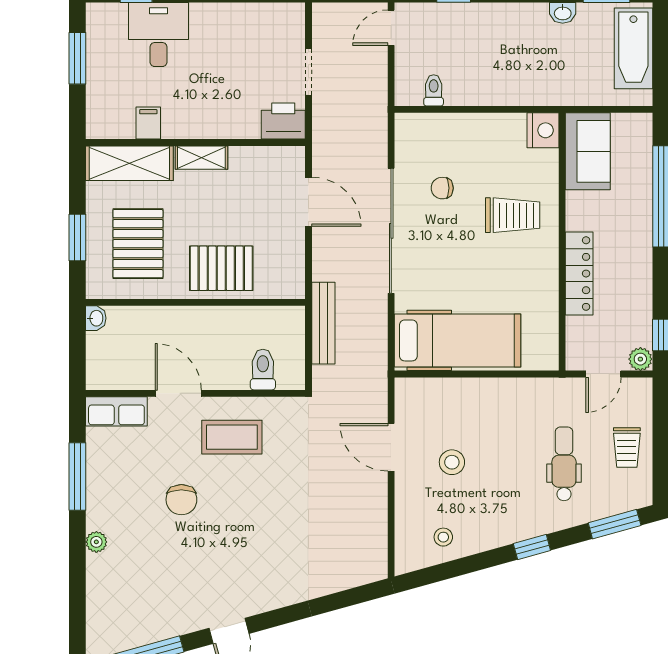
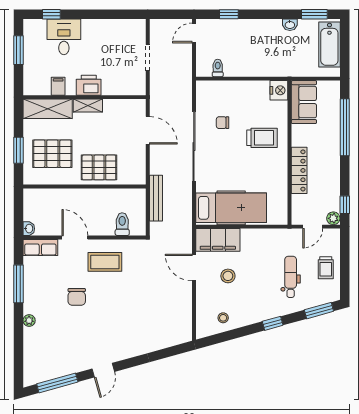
printer: (283, 121) -> (89, 85), moved
pallet: (138, 244) -> (52, 154), turned 90
washbasin: (96, 318) -> (29, 229), moved
filing cabinet: (434, 398) -> (218, 240), added

